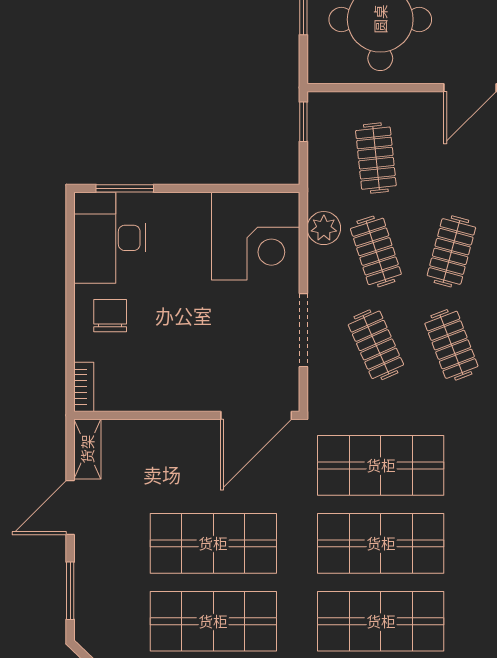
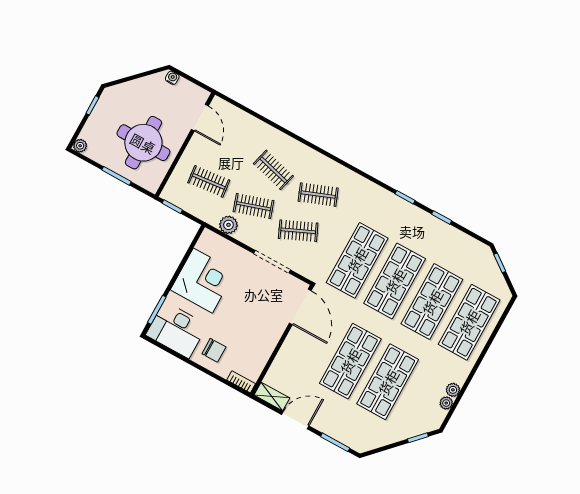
corner desk: (256, 236) -> (203, 281), moved
chair: (110, 316) -> (214, 350), turned 180
door: (70, 507) -> (295, 420), swing flipped

